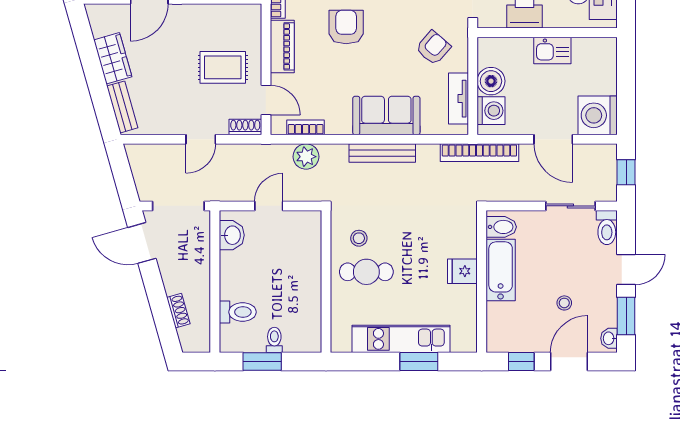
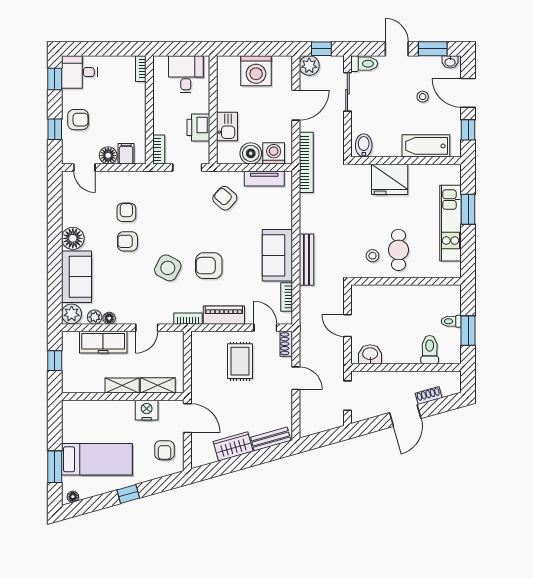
kitchen sink: (552, 51) -> (227, 126), moved
door: (266, 100) -> (265, 328), hinge flipped
washing machine: (598, 115) -> (256, 71), moved
sofa: (386, 116) -> (277, 255), moved
bench: (382, 153) -> (306, 260), moved
plant: (306, 157) -> (309, 66), moved
doorway: (178, 206) -> (347, 396), width x0.73
door: (142, 243) -> (405, 416), moved
bathtub: (501, 270) -> (426, 146), moved
fridge: (462, 271) -> (390, 179), width x1.88, depth x1.34

